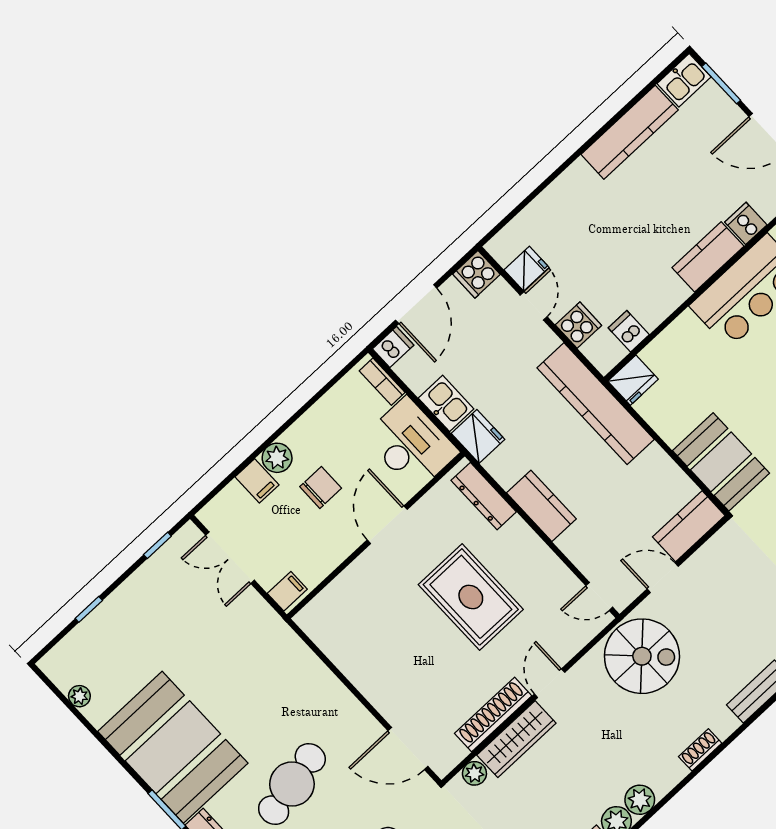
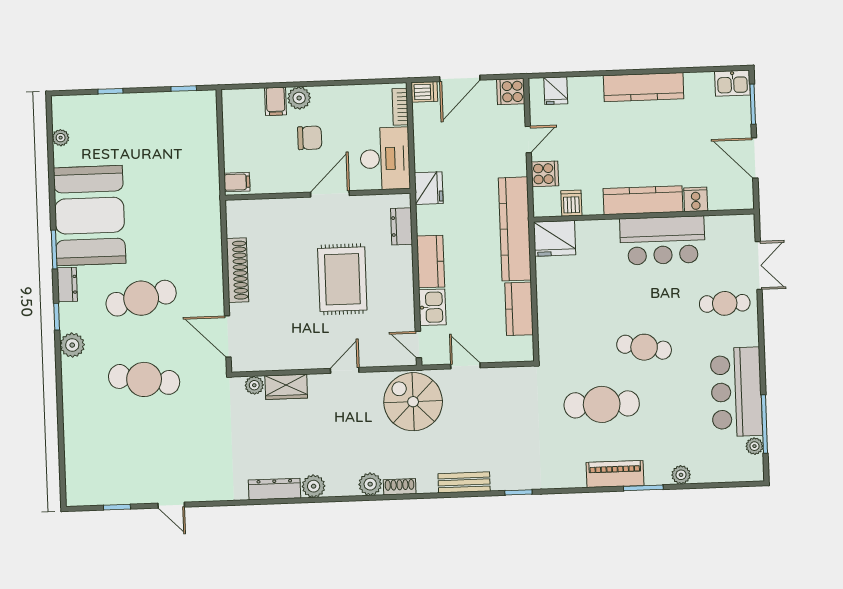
kitchen counter: (630, 132) -> (644, 87), moved
kitchen counter: (708, 257) -> (643, 200), width x1.50
fridge: (527, 269) -> (556, 91), moved, turned 90
fridge: (633, 380) -> (555, 238), width x1.36, depth x1.34
kitchen sink: (446, 403) -> (432, 307), moved
booth: (721, 462) -> (559, 327), removed
dresser: (484, 496) -> (402, 226), width x0.70
kitchen counter: (689, 526) -> (519, 309), moved, turned -90
double door: (230, 558) -> (220, 133), removed
spiral stairs: (642, 656) -> (413, 402), turned 180
shoe rack: (493, 715) -> (237, 270), moved, turned 90
wardrobe: (516, 739) -> (286, 387), width x0.67
plant: (640, 800) -> (370, 484), moved

